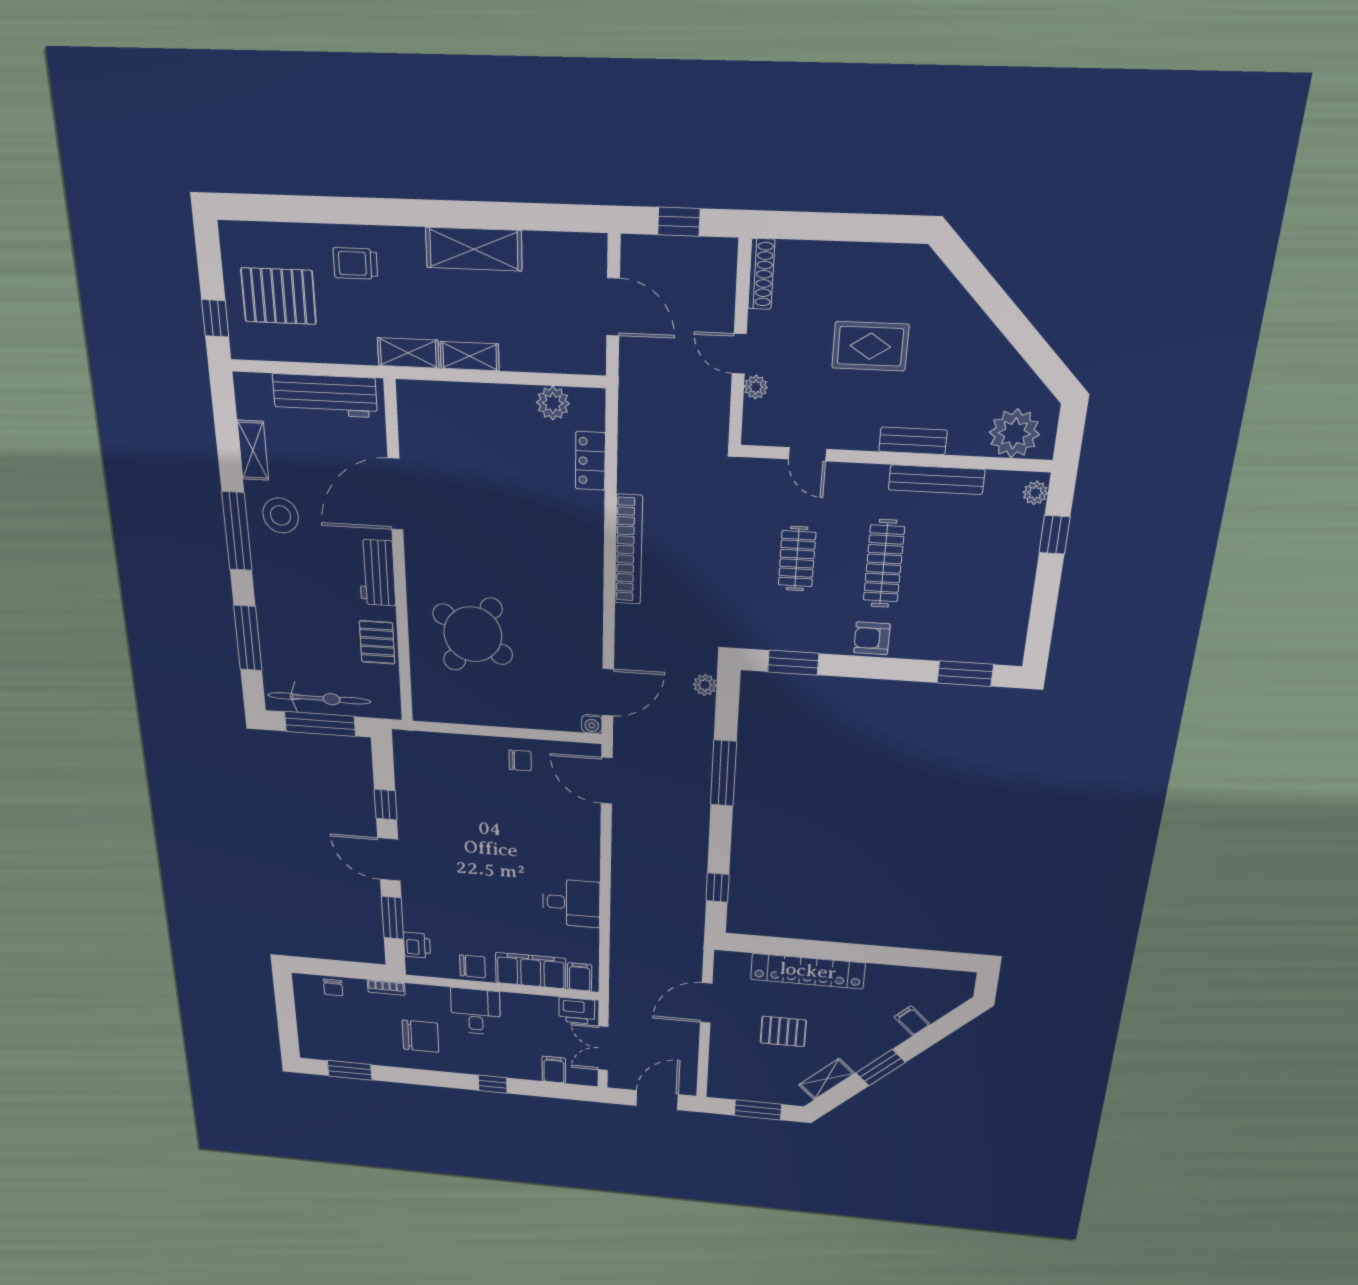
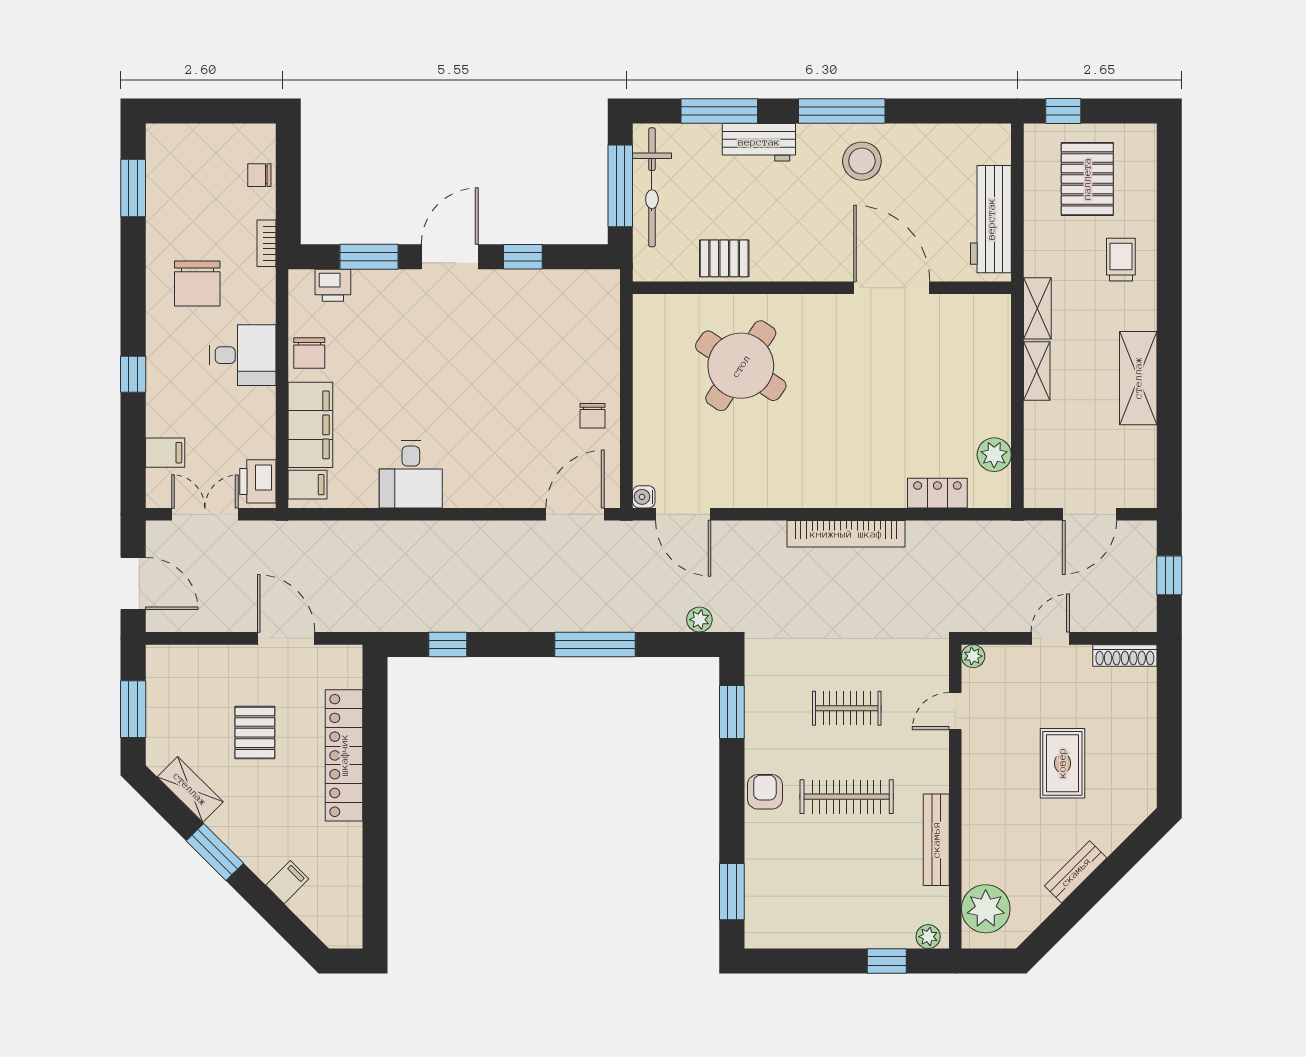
plant: (756, 387) -> (973, 656), moved
bench: (913, 441) -> (1076, 872), moved, turned 45
shelving: (253, 450) -> (931, 137), removed
workbench: (377, 573) -> (759, 142), moved, turned 180

